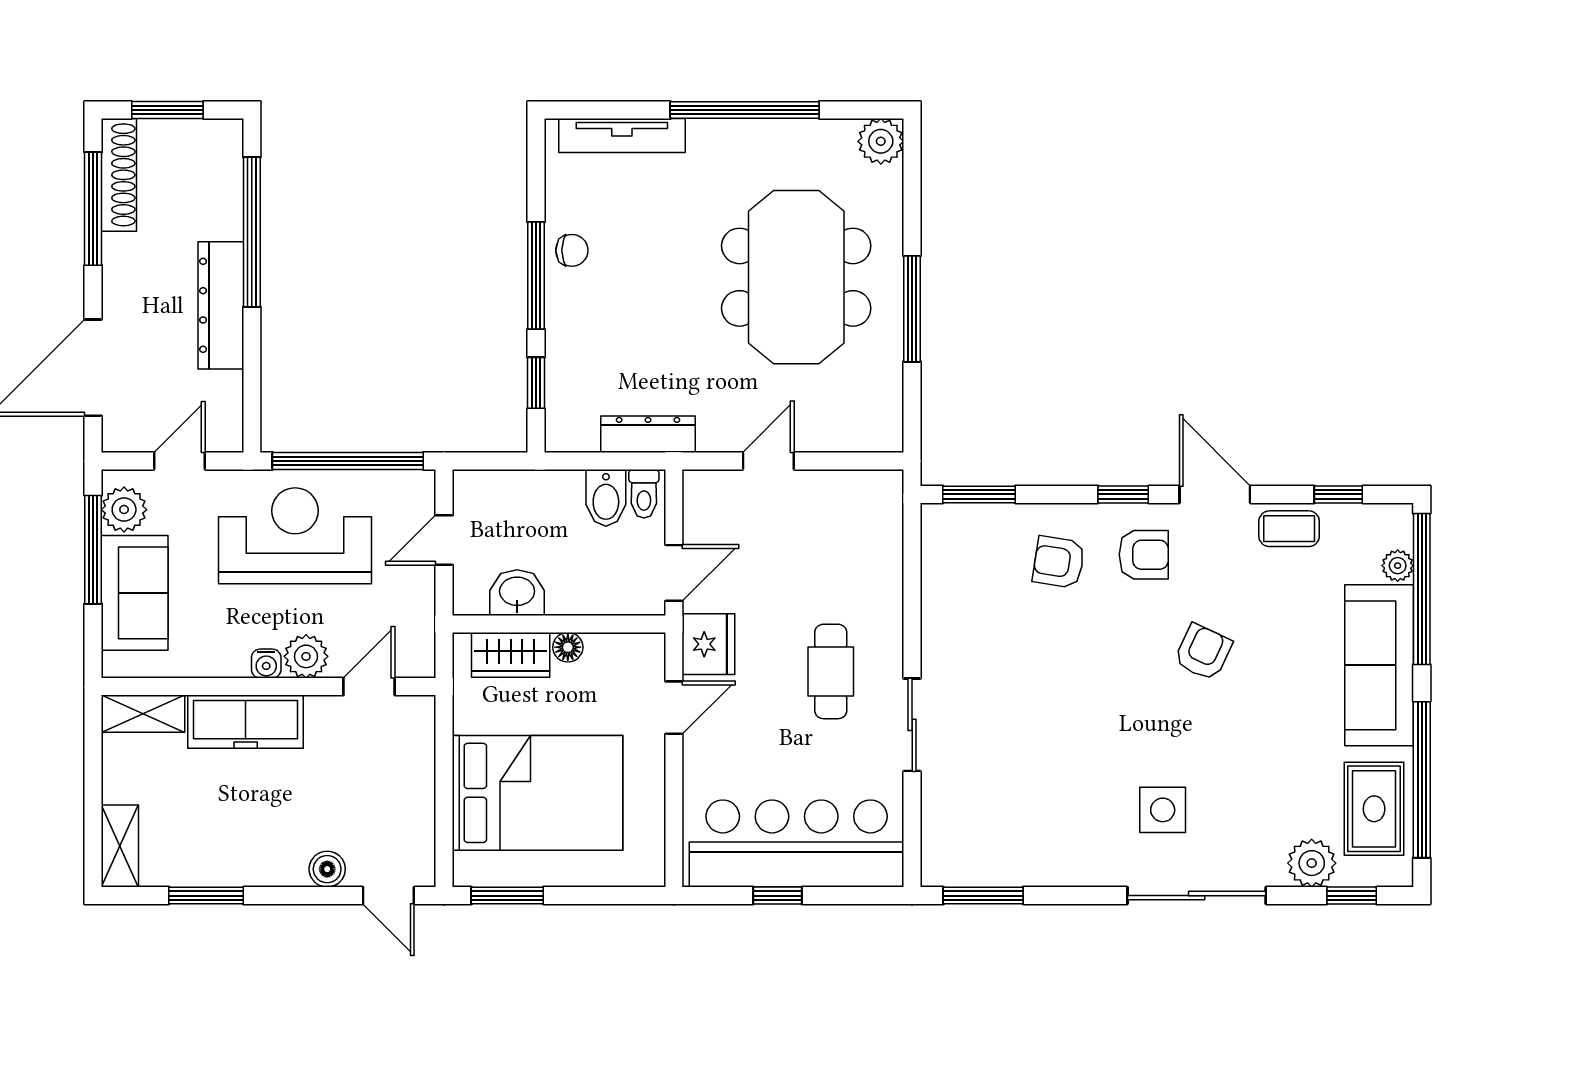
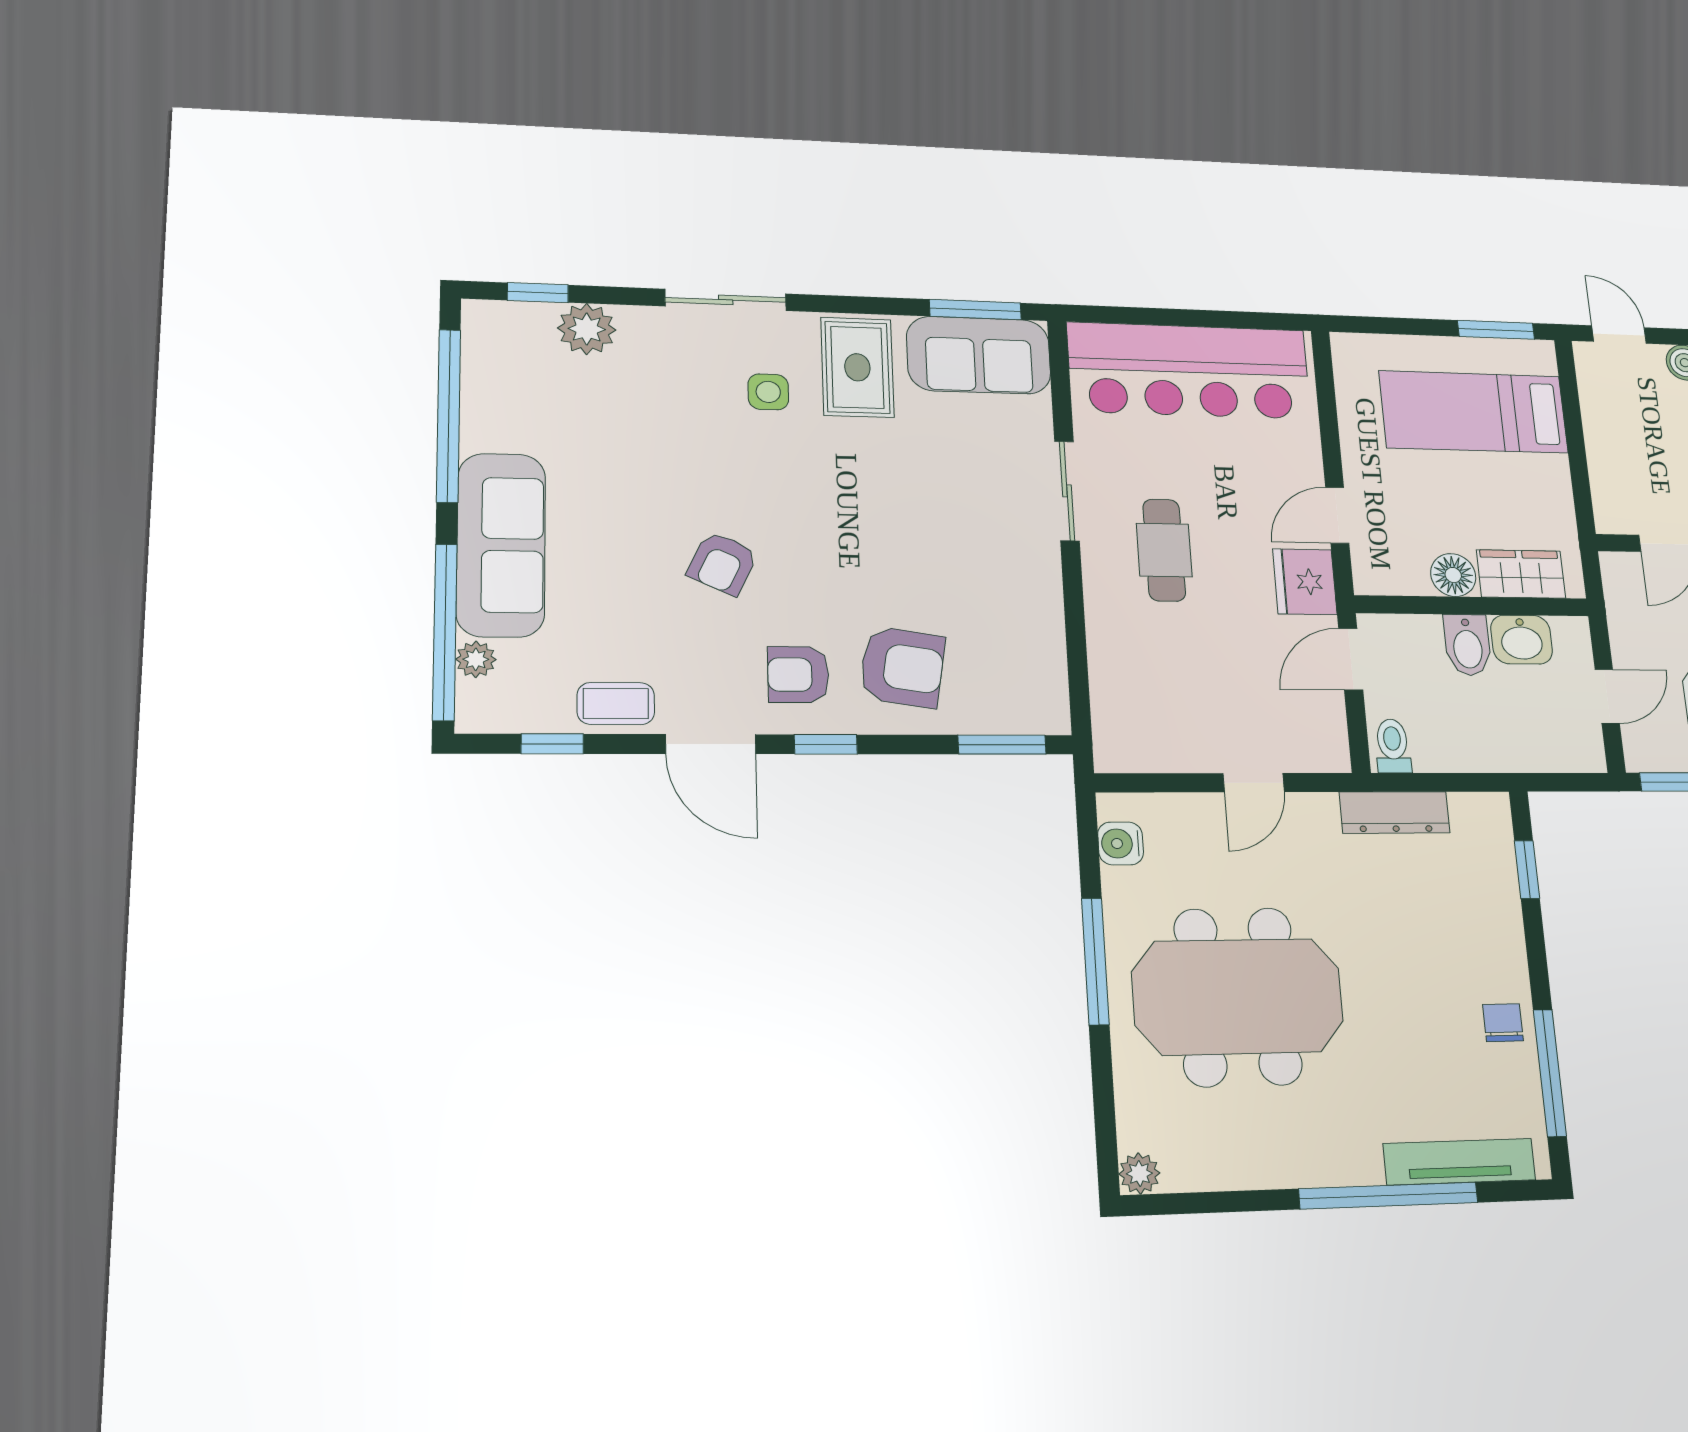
window: (745, 110) -> (1389, 1196), moved
plant: (881, 141) -> (1139, 1173), width x0.73, depth x0.73
chair: (572, 250) -> (1503, 1023), turned 90
window: (536, 276) -> (1550, 1073), moved
meeting table: (796, 277) -> (1238, 997), turned 90
water cooler: (885, 408) -> (1121, 843), added
bidet: (606, 498) -> (1468, 645), moved, turned 180
armchair: (1059, 562) -> (902, 667), width x1.38, depth x1.38
floor lamp: (568, 647) -> (1453, 575), width x1.37, depth x1.37
bed: (538, 793) -> (1474, 412), width x0.67
rug: (1374, 809) -> (857, 367), moved
side table: (1163, 810) -> (768, 392), width x0.73, depth x0.73
sofa: (982, 851) -> (979, 355), added
window: (778, 896) -> (1206, 319), removed
sliding door: (1197, 896) -> (726, 300), width x0.73

